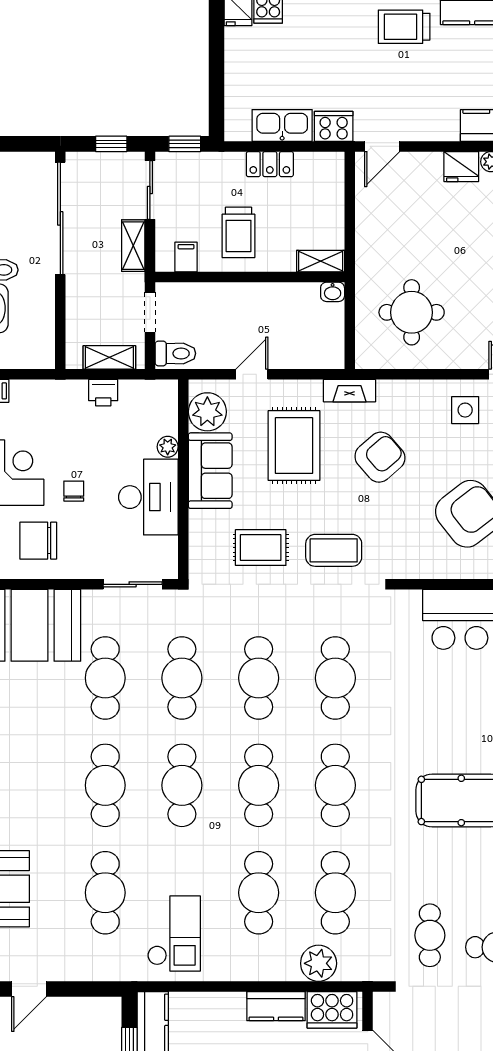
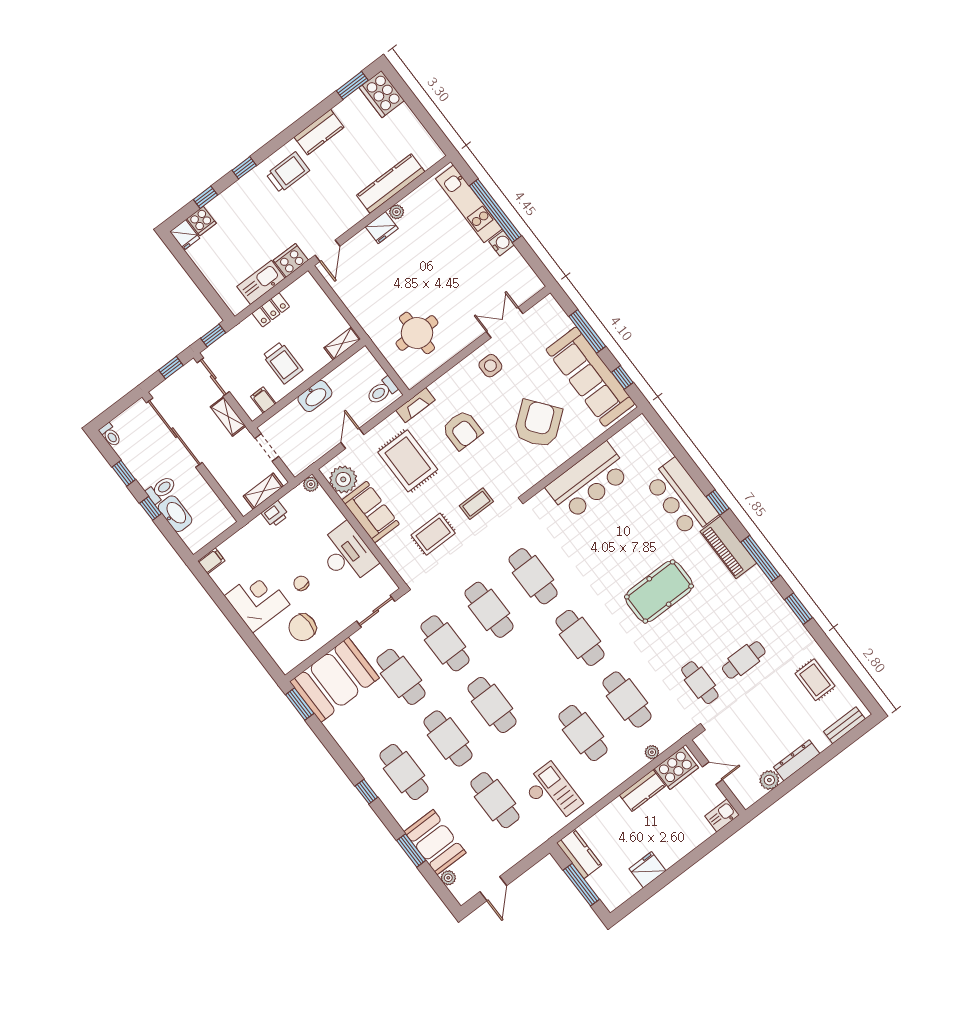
trolley: (404, 27) -> (288, 172), turned 180
washbasin: (333, 292) -> (315, 396), moved, width x1.91, depth x1.45
toilet: (175, 353) -> (382, 391), moved, turned 180
plant: (168, 447) -> (311, 484), moved
armchair: (380, 457) -> (462, 430), turned 131
coffee table: (334, 550) -> (476, 504), width x0.73, depth x0.77
cafe table: (259, 785) -> (404, 772), moved
plant: (319, 963) -> (652, 752), width x0.53, depth x0.53

